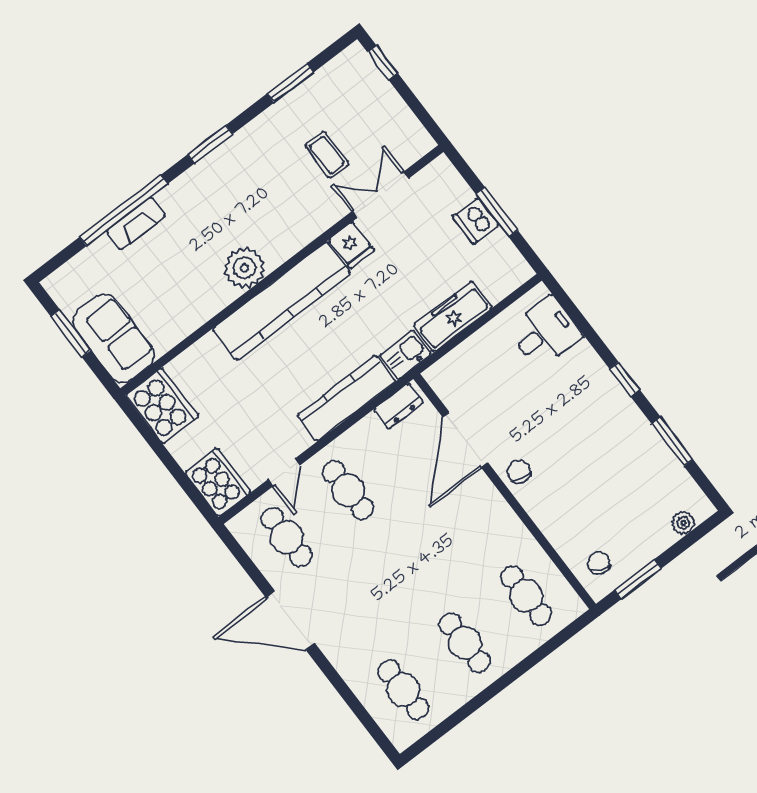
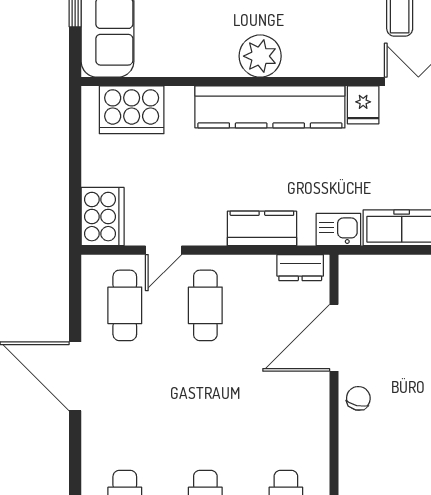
kitchen counter: (346, 398) -> (262, 228), width x0.67
cooker: (162, 406) -> (132, 110), moved, turned 90

